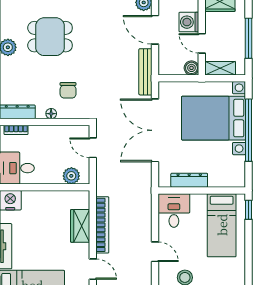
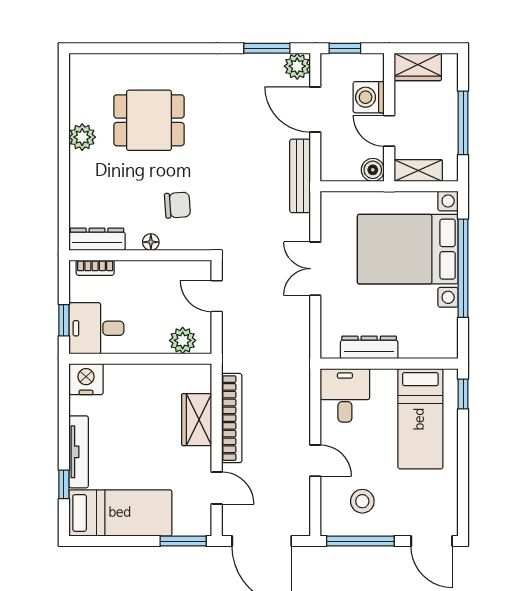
chair: (68, 90) -> (177, 205), turned -94
double door: (155, 130) -> (315, 269), width x0.54

